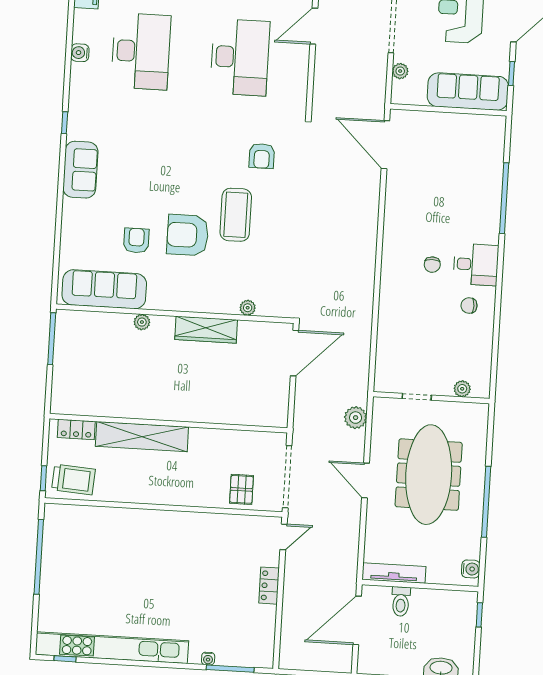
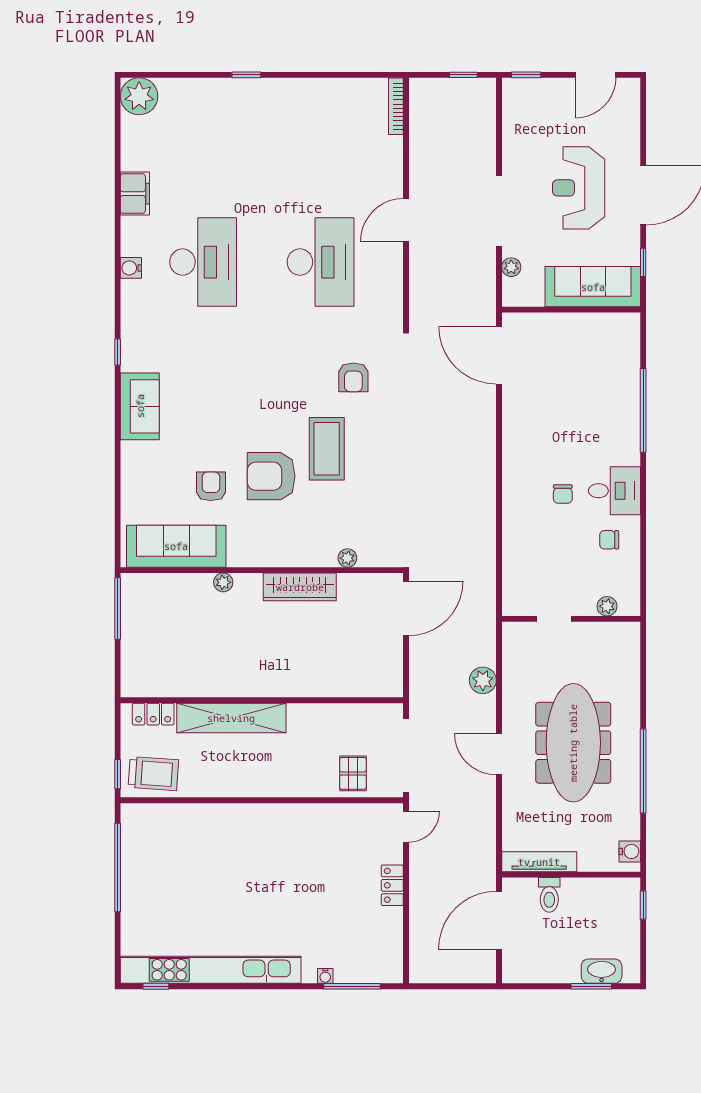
plant: (462, 389) -> (607, 606), moved
doorway: (417, 397) -> (554, 619), moved
wall: (431, 398) -> (571, 619), moved

